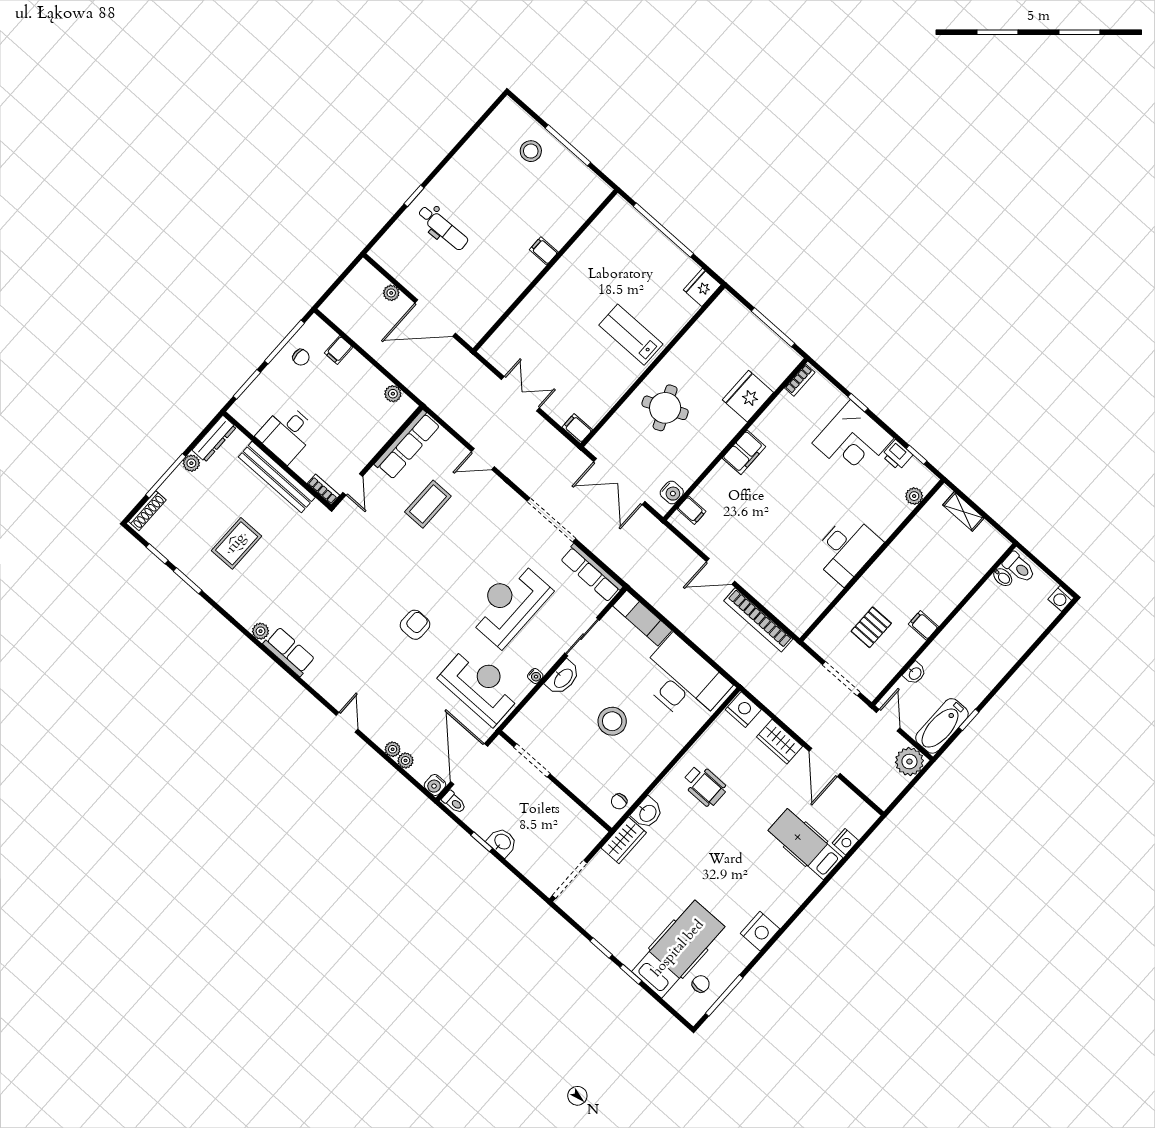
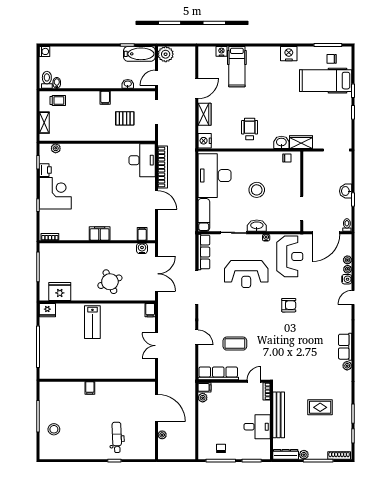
filing cabinet: (339, 350) -> (204, 387), moved
fridge: (748, 396) -> (60, 291), moved, turned 180
desk: (847, 549) -> (142, 160), moved, turned 90
trolley: (977, 557) -> (58, 100), added
armchair: (415, 625) -> (289, 305), turned 180
reception desk: (480, 686) -> (290, 256), turned 180
water cooler: (435, 785) -> (347, 279), moved

